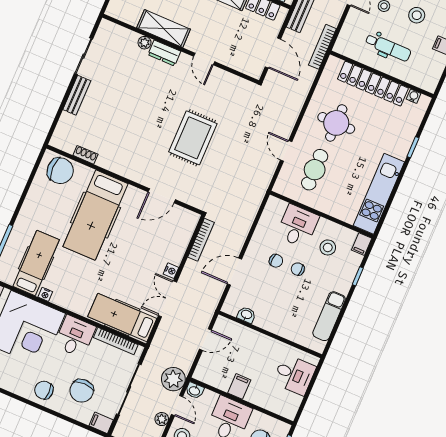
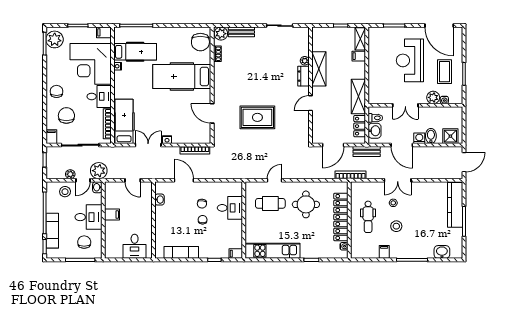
bench: (77, 95) -> (241, 32), moved
plant: (61, 139) -> (221, 34), added
stool: (328, 247) -> (224, 233), removed
chair: (82, 391) -> (66, 116), turned 90

